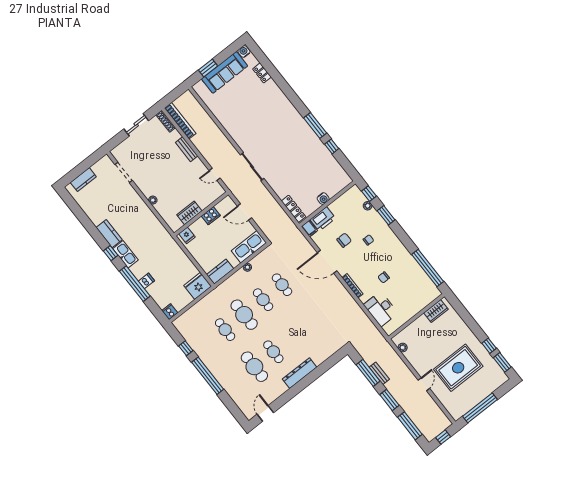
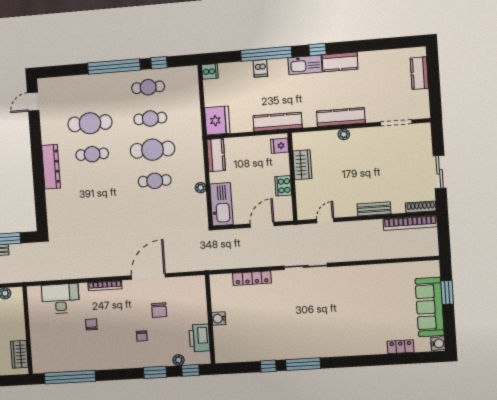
kitchen counter: (143, 209) -> (341, 117), added
locker: (293, 209) -> (252, 278), moved
printer: (323, 219) -> (199, 338), moved
filing cabinet: (309, 229) -> (197, 282), removed
kitchen counter: (173, 247) -> (278, 122), added
cafe table: (282, 285) -> (148, 87), moved
door: (265, 413) -> (33, 102), swing flipped

